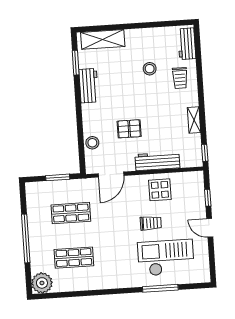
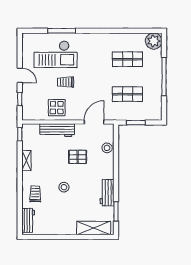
stool: (150, 69) -> (64, 187), moved

